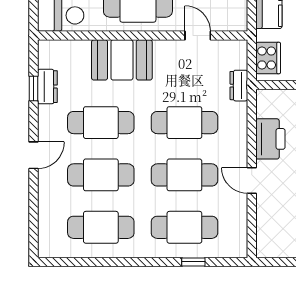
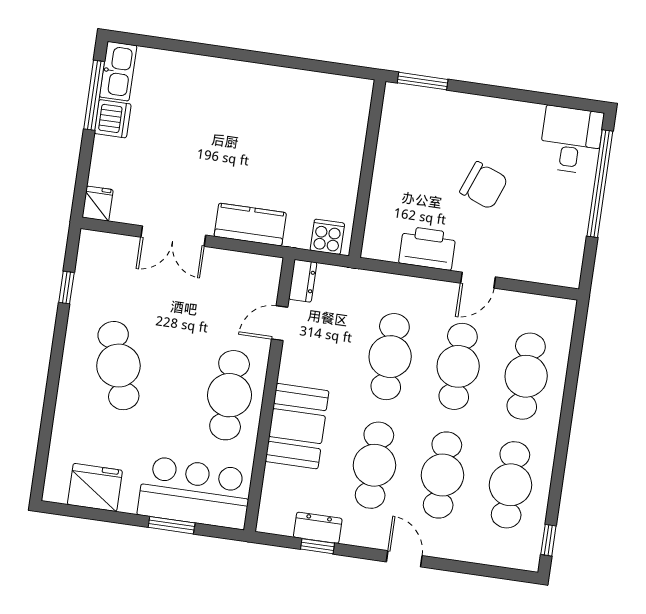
cooker: (268, 58) -> (327, 237), width x0.73
dresser: (239, 86) -> (303, 281), moved, turned -90
window: (193, 262) -> (548, 540), moved

